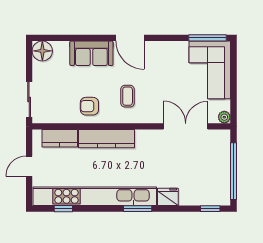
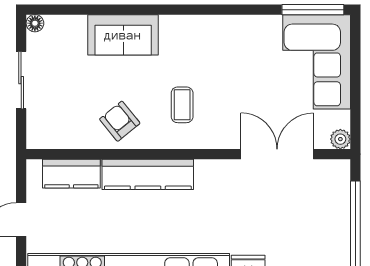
door: (130, 38) -> (186, 10), removed
floor lamp: (42, 51) -> (35, 23), width x0.53, depth x0.53
sliding door: (29, 100) -> (21, 80), moved
armchair: (89, 106) -> (120, 121), turned 51

